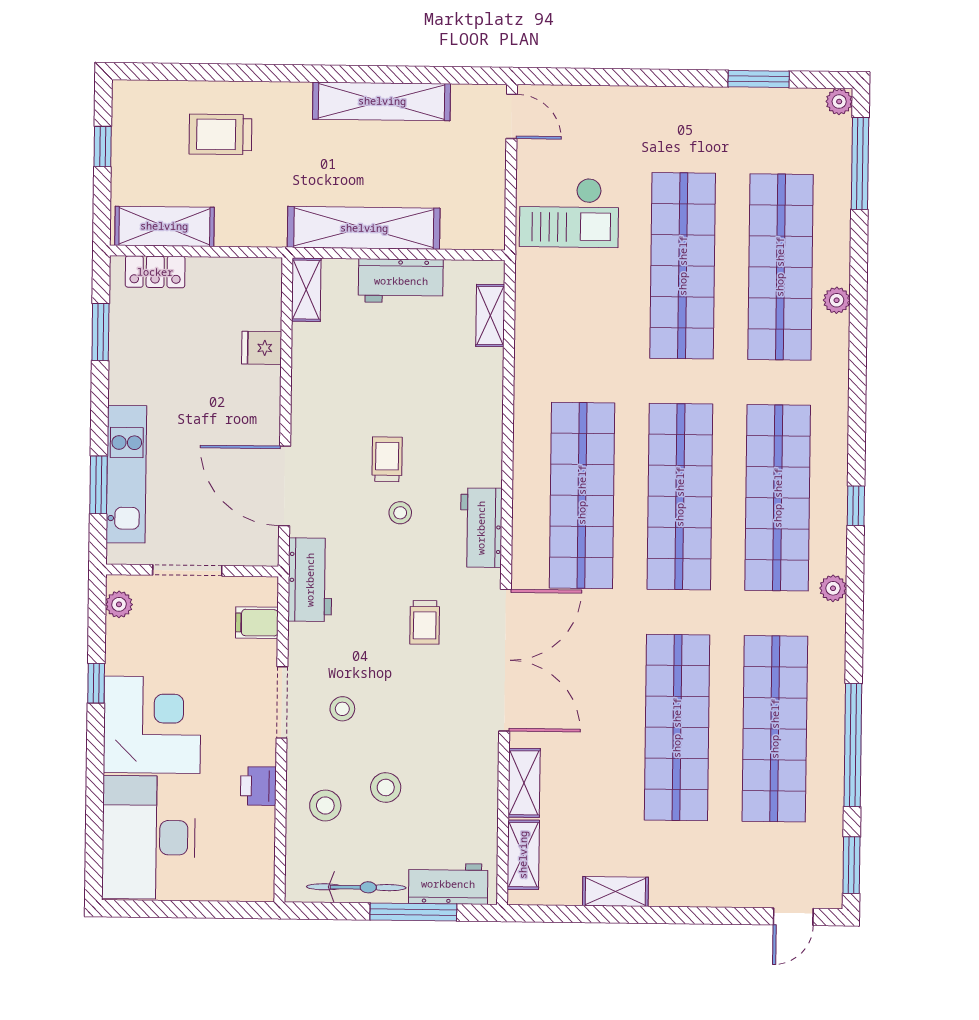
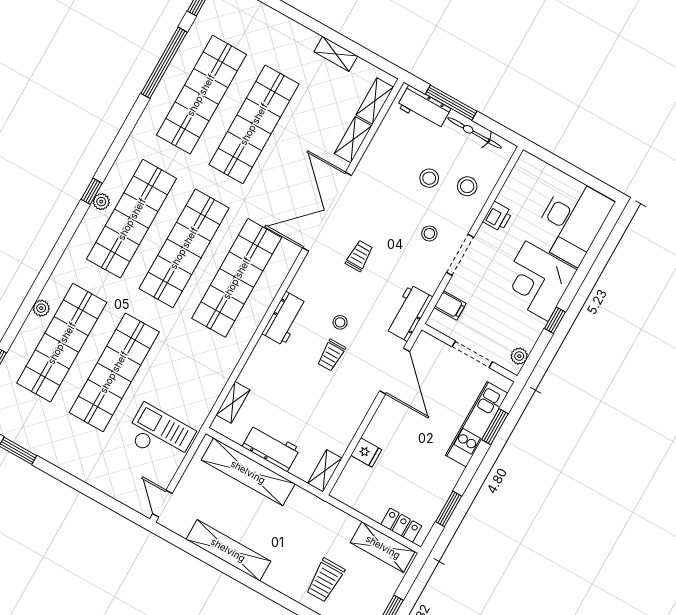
trolley: (220, 134) -> (325, 580), turned 90
shelving: (364, 228) -> (248, 472), moved
workbench: (481, 528) -> (285, 319), moved
plant: (833, 588) -> (101, 202), moved

